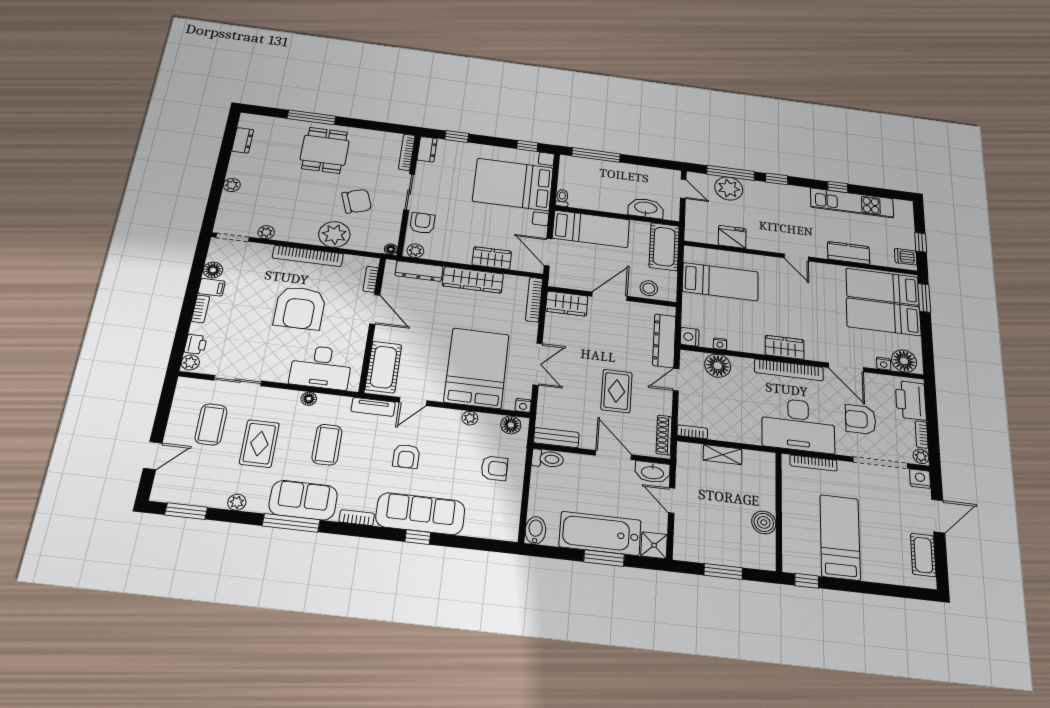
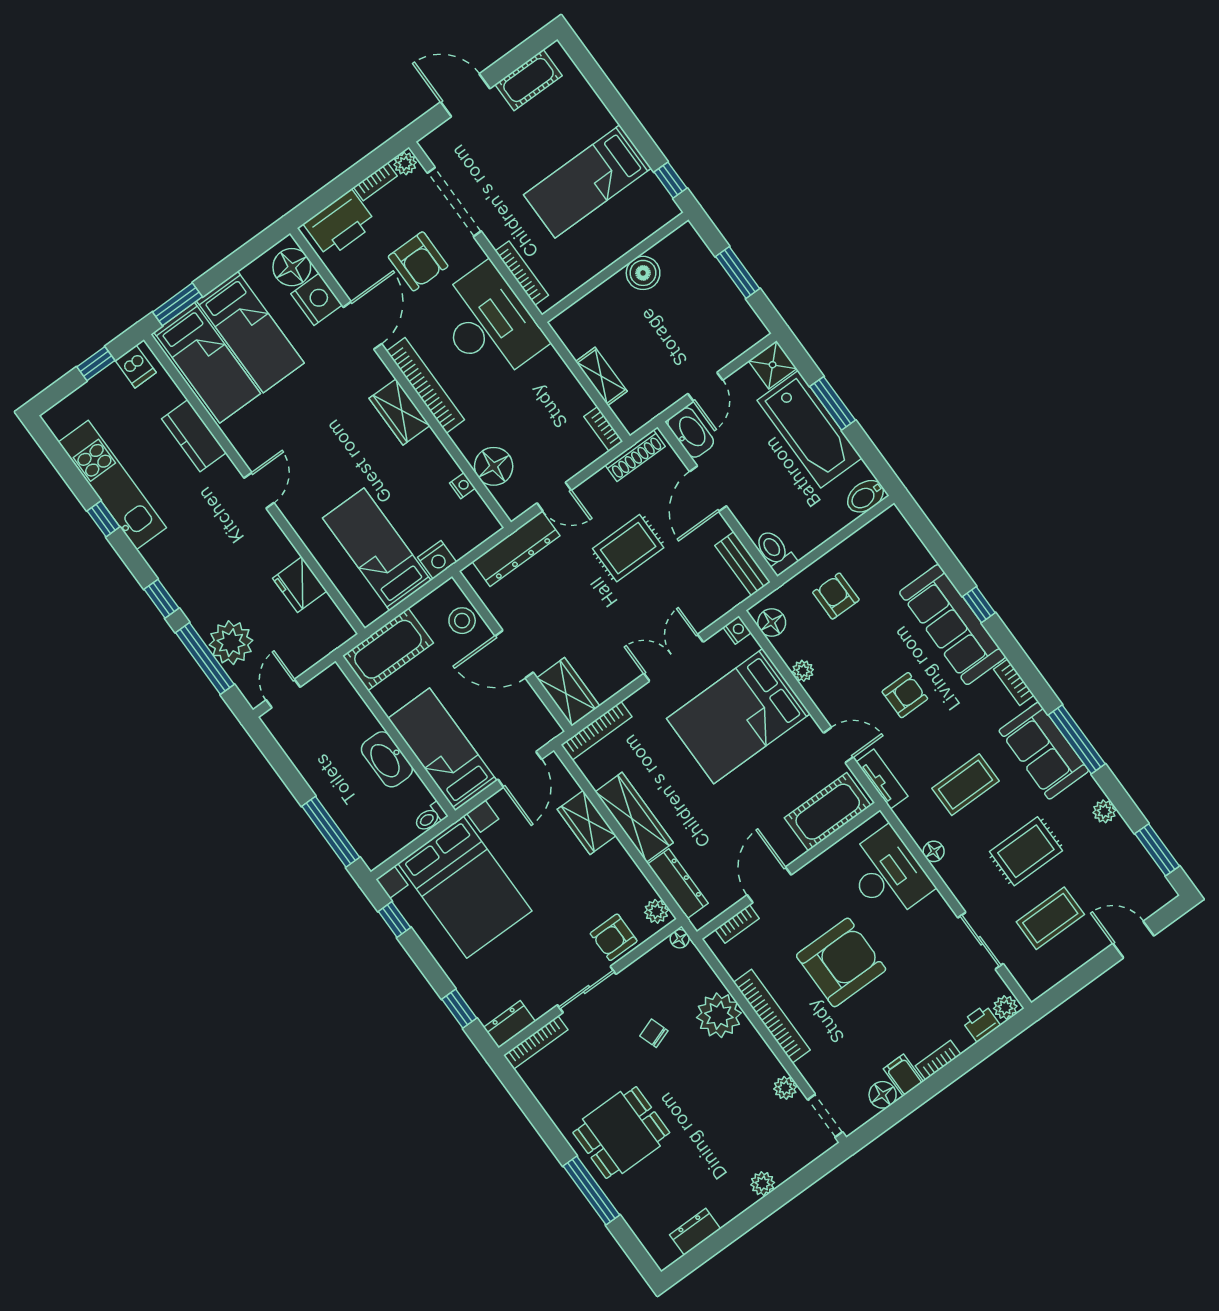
chair: (357, 201) -> (654, 1033), width x0.54, depth x0.54
washbasin: (646, 208) -> (387, 759), moved
nightstand: (690, 337) -> (437, 560), moved
nightstand: (884, 364) -> (317, 299), width x1.89, depth x1.79
nightstand: (920, 479) -> (435, 146), removed

